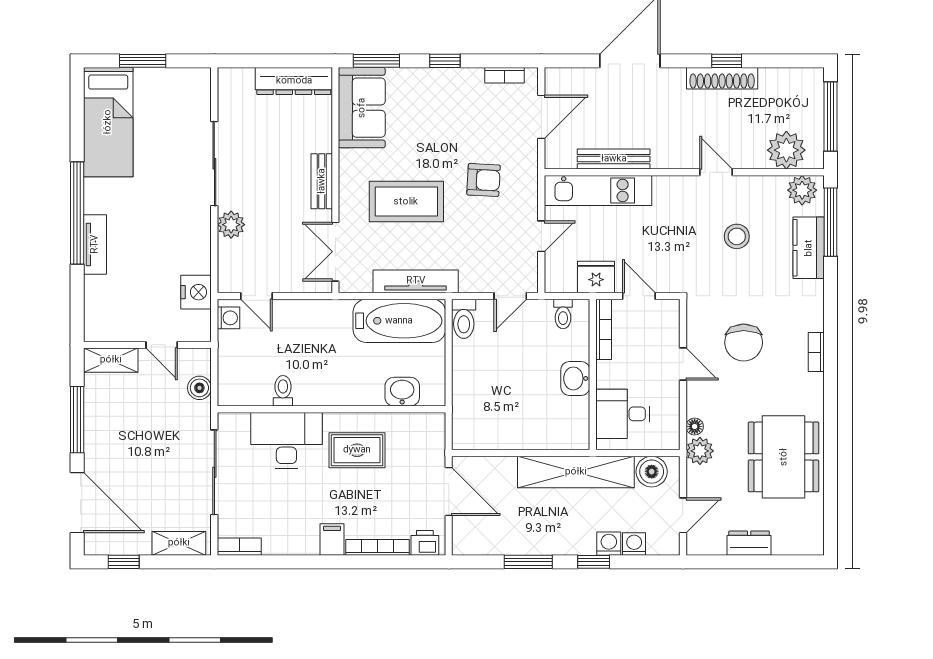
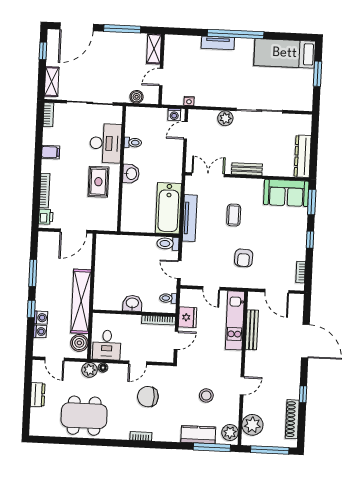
shoe rack: (722, 78) -> (292, 419), moved
coffee table: (406, 202) -> (234, 215), width x0.54, depth x0.58
nightstand: (196, 292) -> (189, 101), width x0.53, depth x0.56
washbasin: (402, 392) -> (131, 174), moved
desk: (623, 414) -> (107, 345), moved, turned 180
filing cabinet: (332, 540) -> (51, 152), moved

